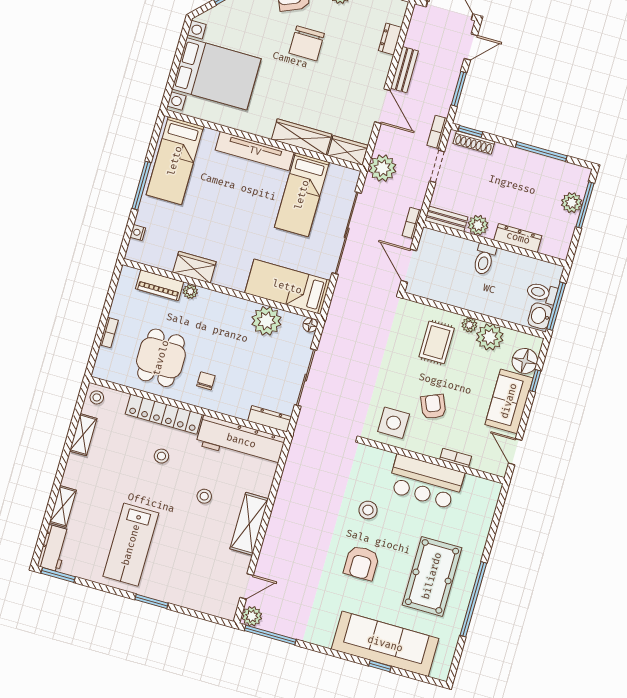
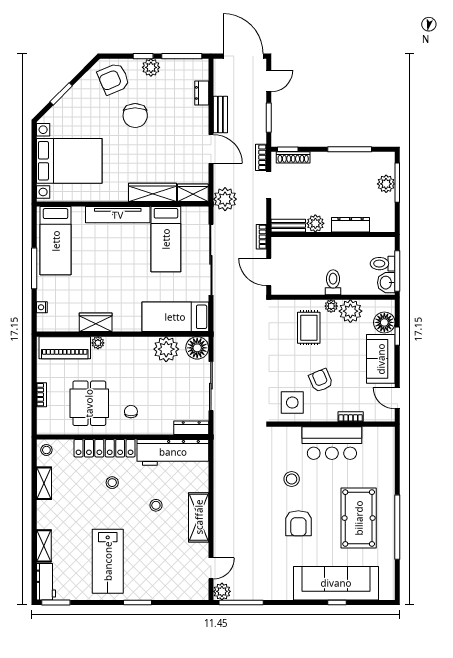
toilet: (484, 259) -> (333, 282), moved, turned 180
piano: (160, 285) -> (65, 348), width x1.37, depth x1.33
floor lamp: (310, 325) -> (197, 348), width x1.89, depth x1.89

